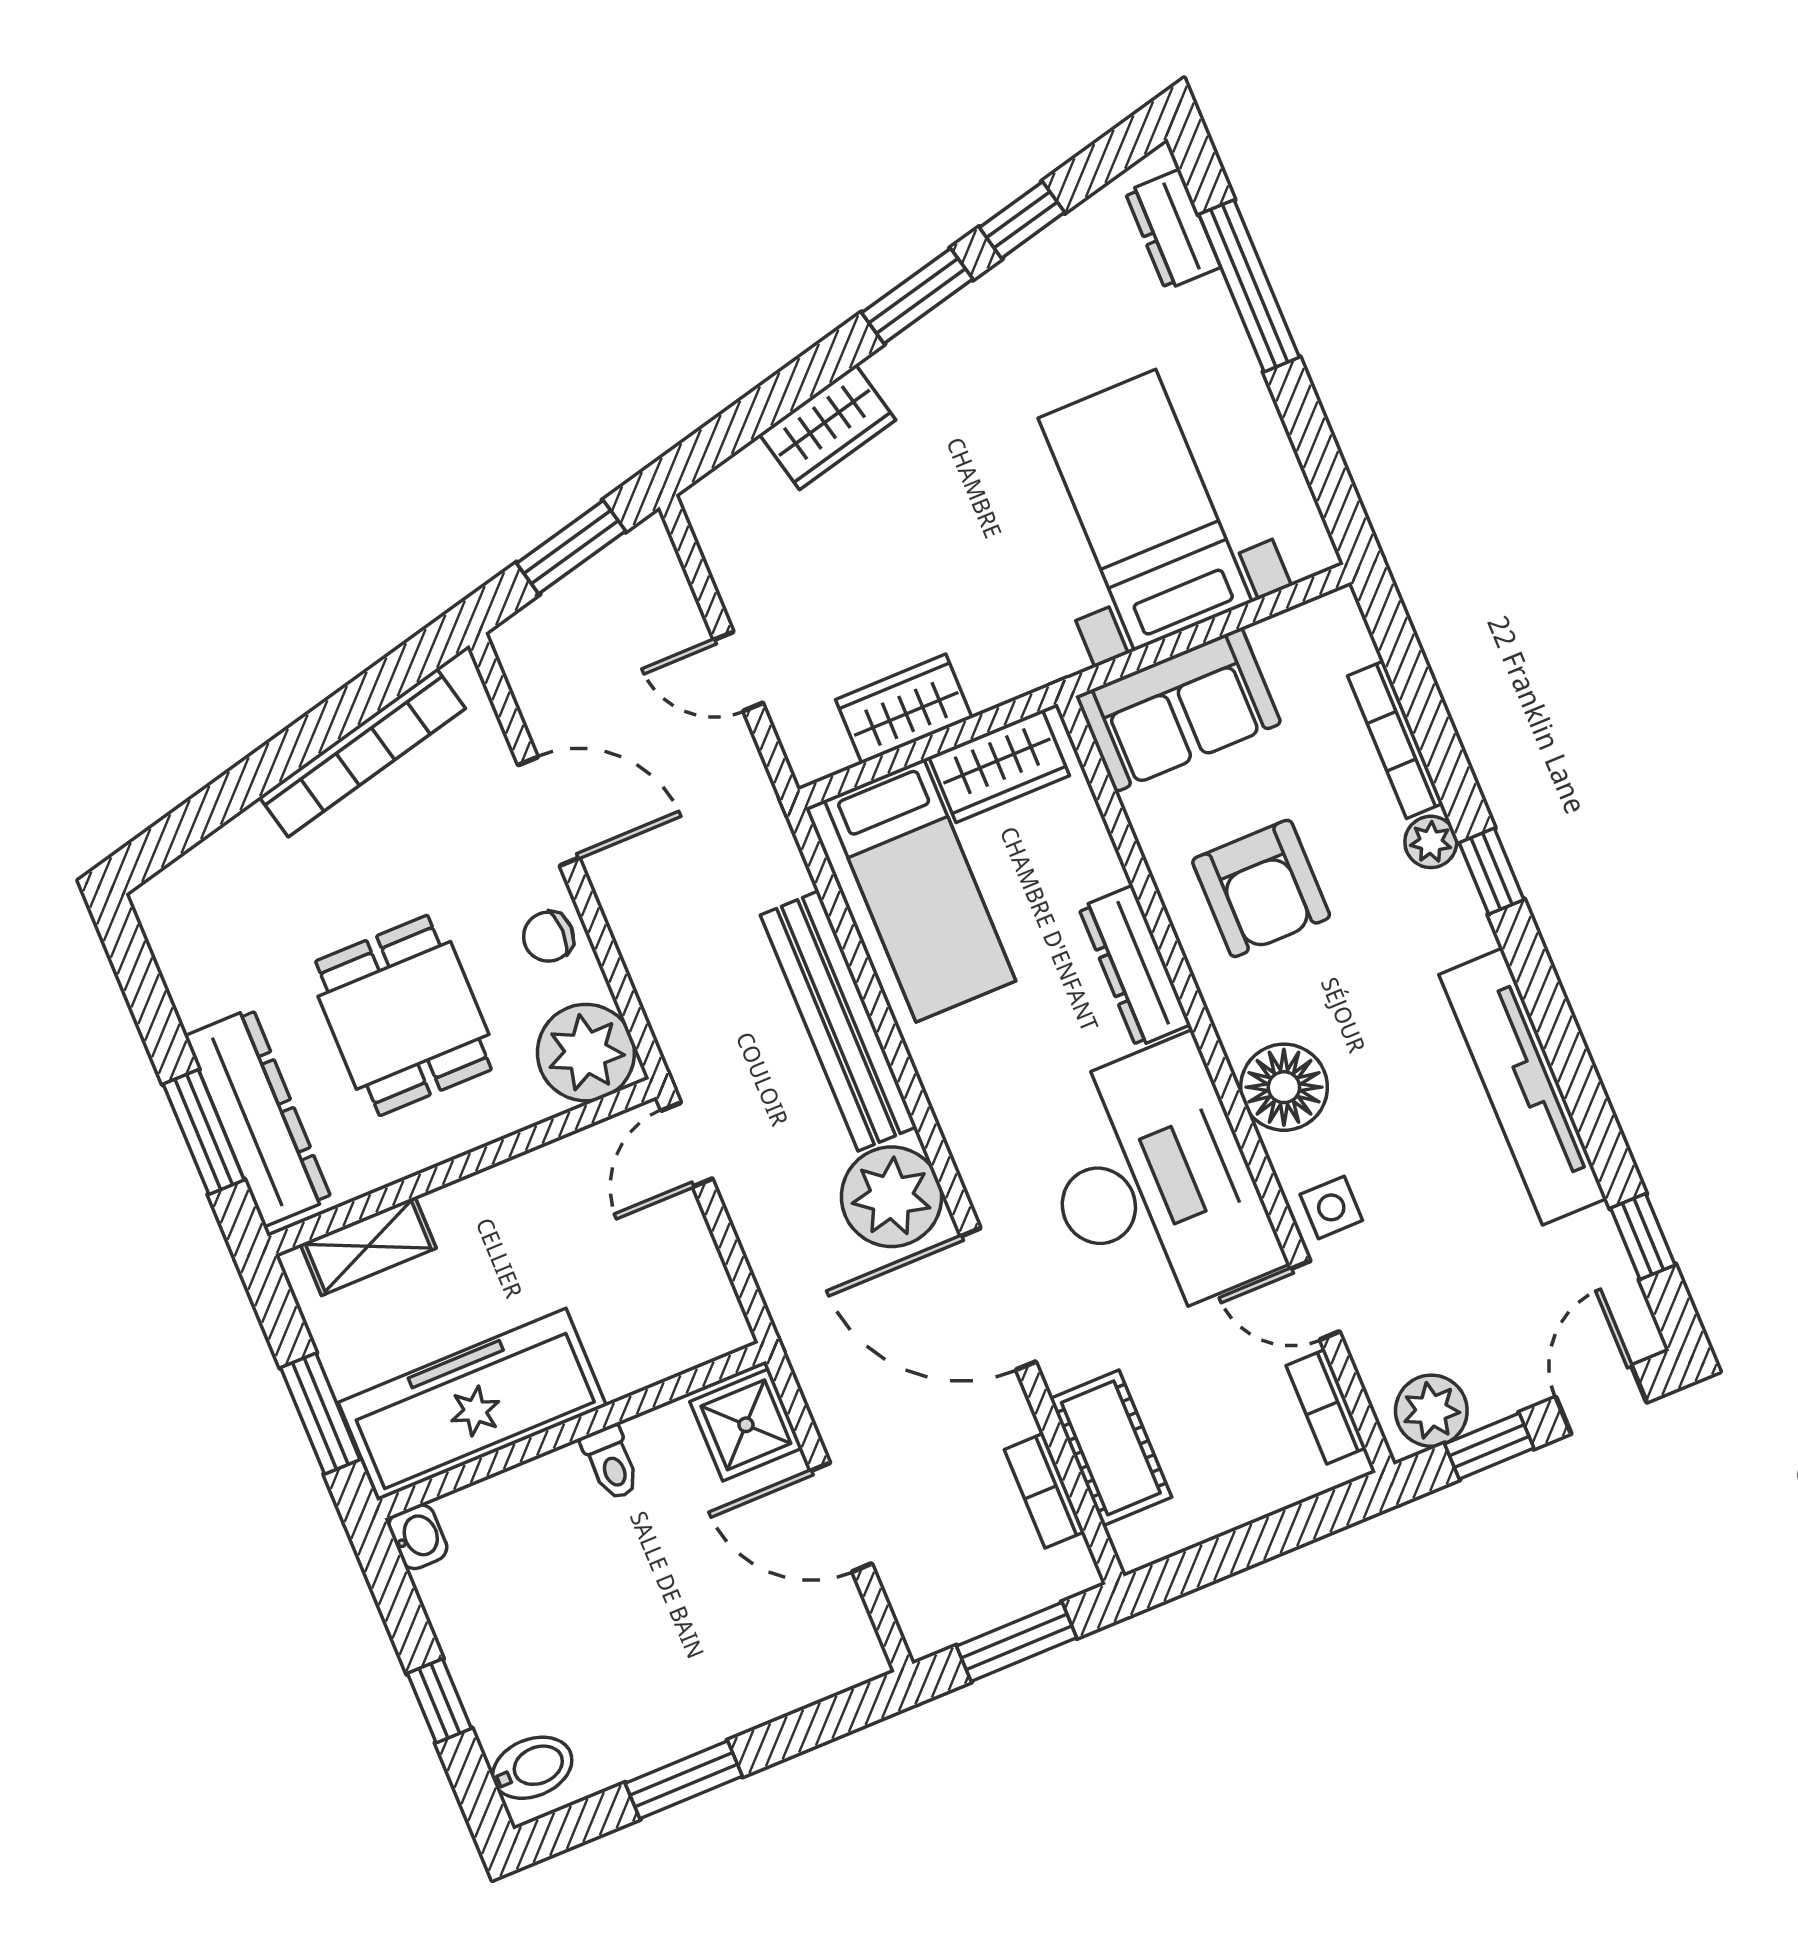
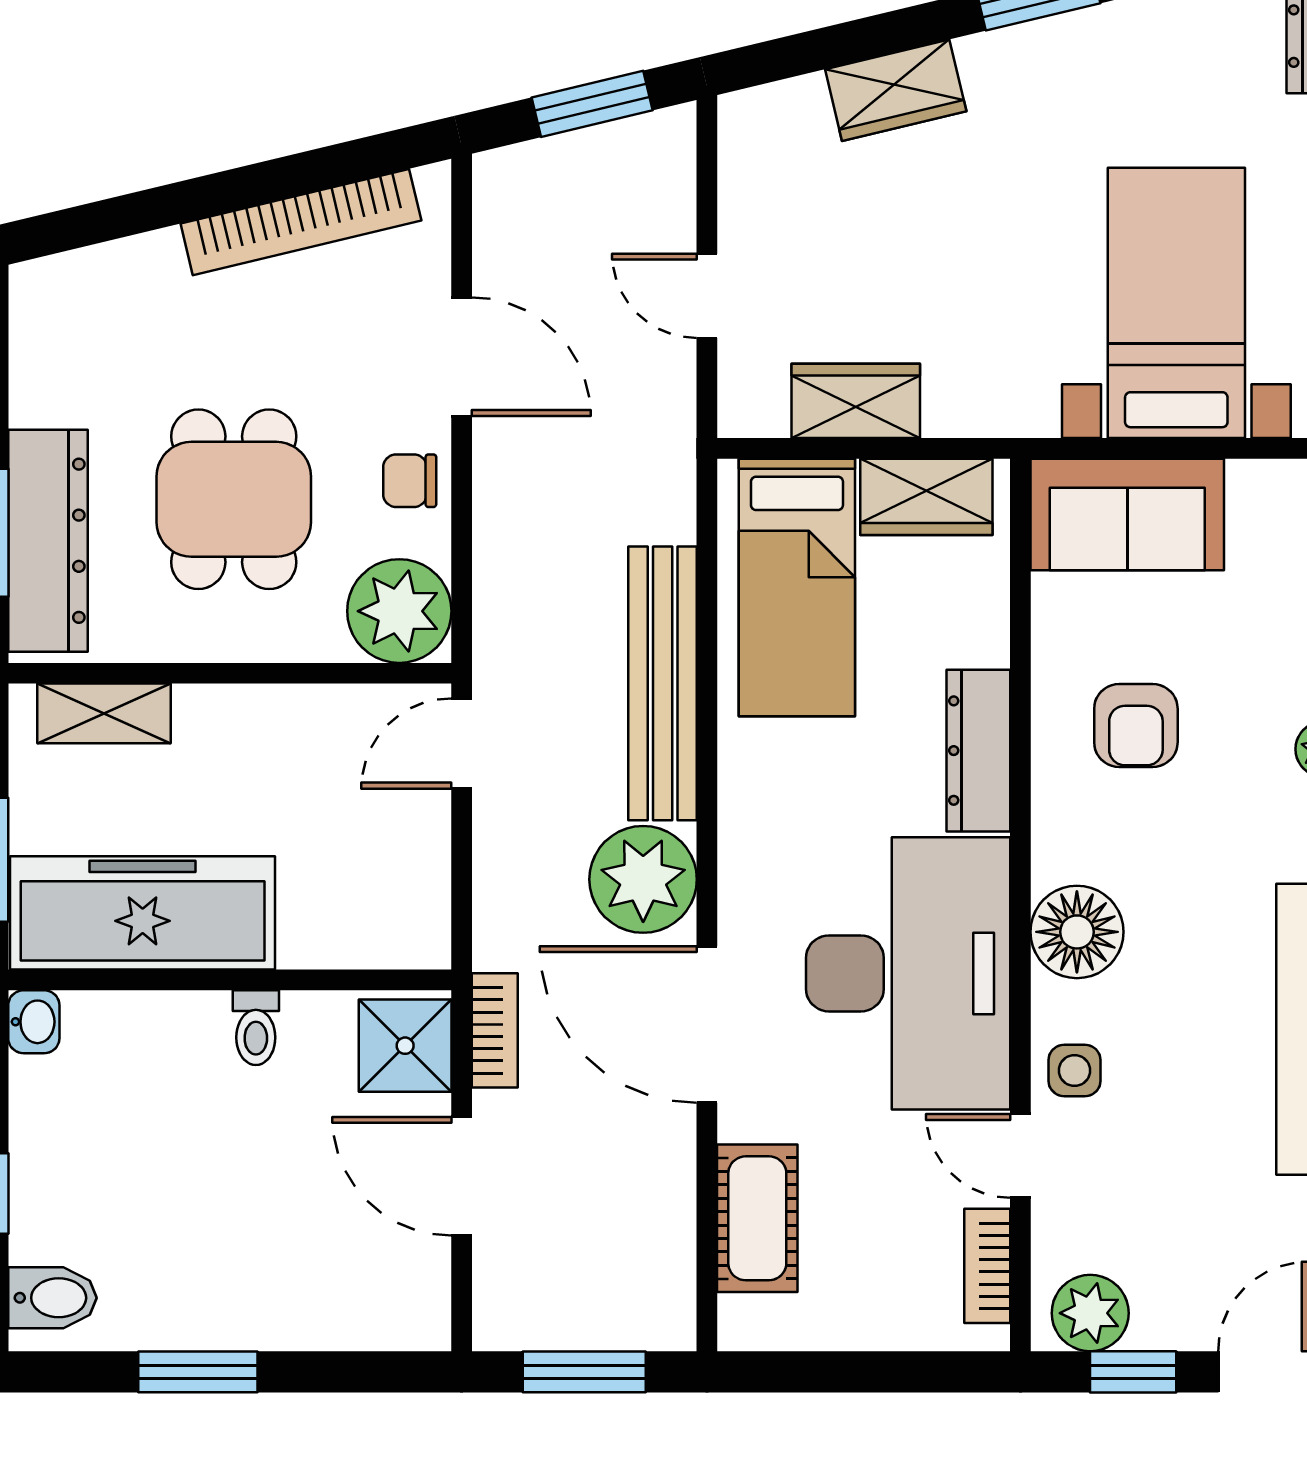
armchair: (1261, 888) -> (1136, 726), width x0.72, depth x0.72
bookcase: (1044, 1491) -> (495, 1030), moved, turned 180

